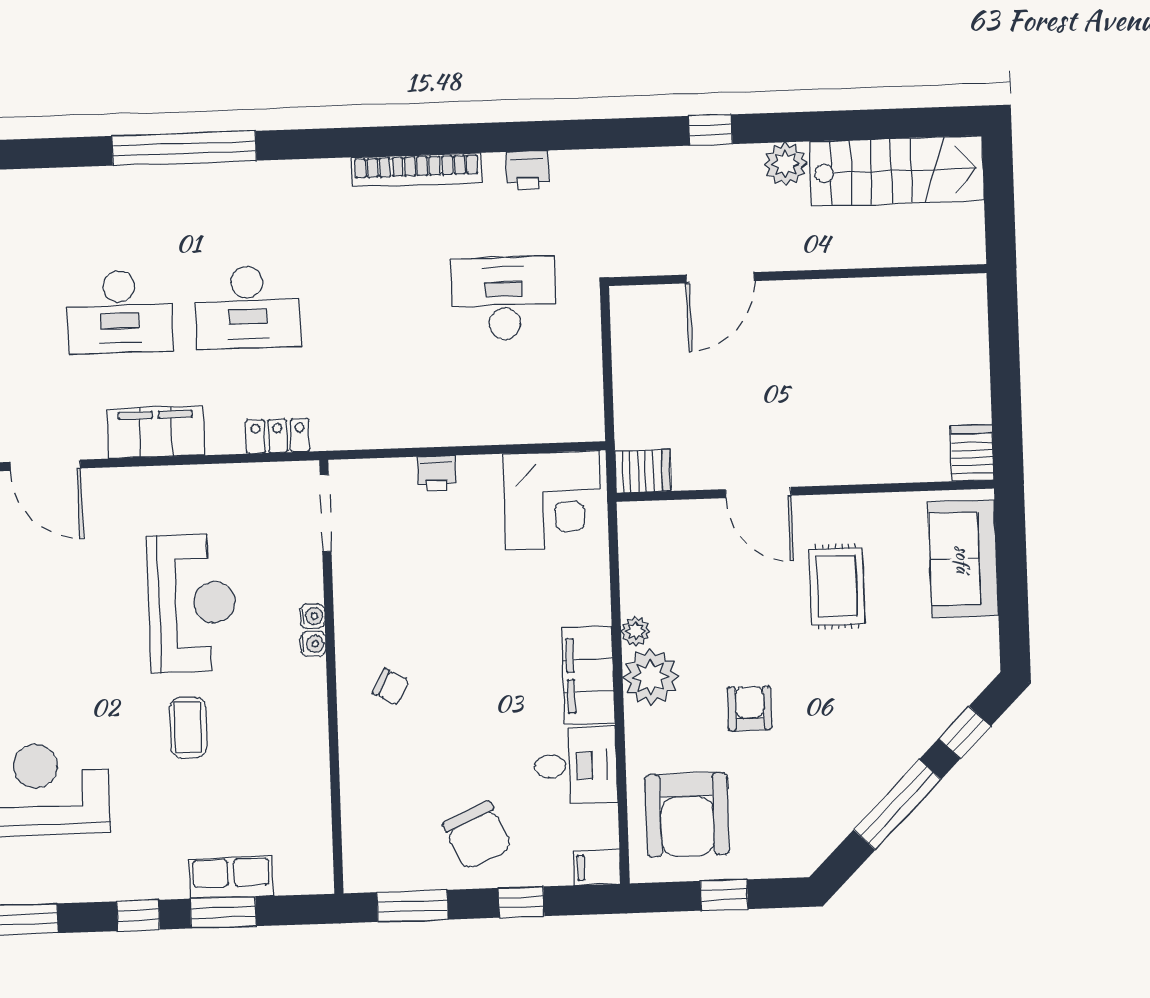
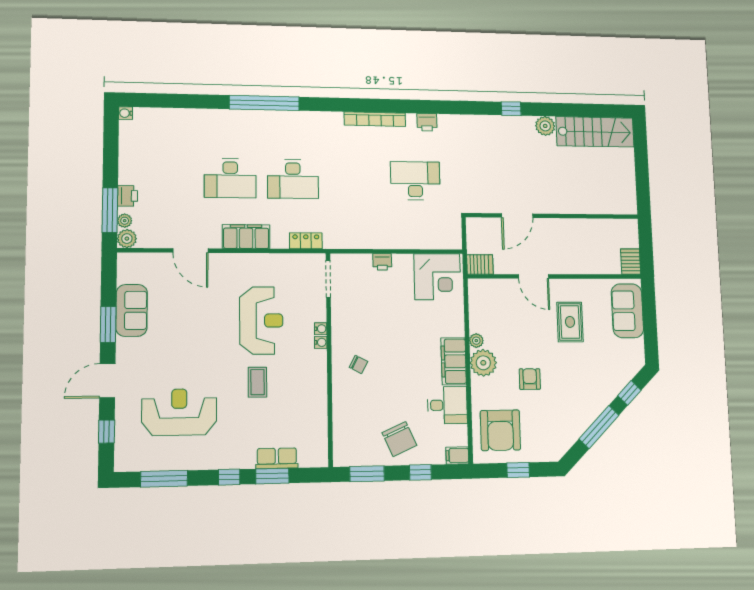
wall: (798, 275) -> (553, 216), moved
door: (720, 278) -> (517, 216), moved

